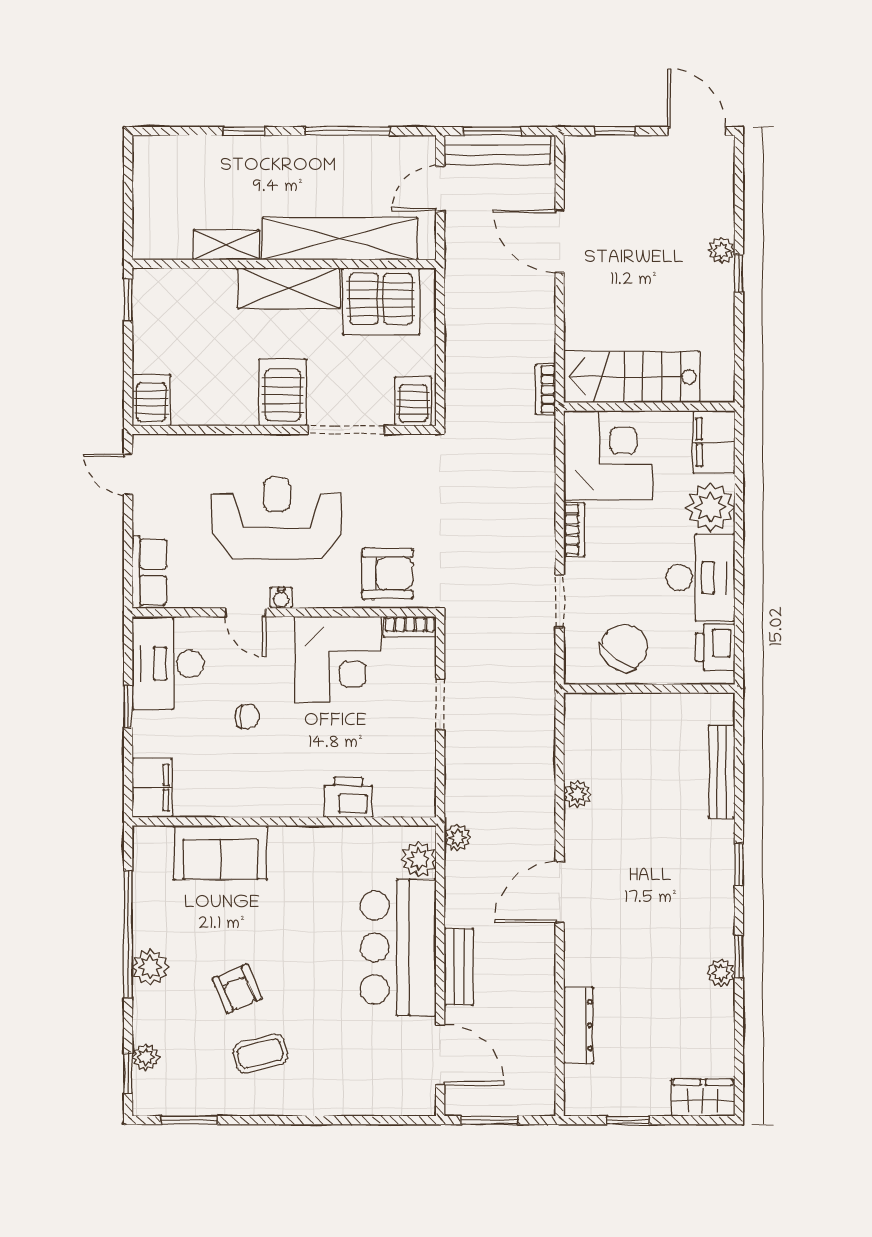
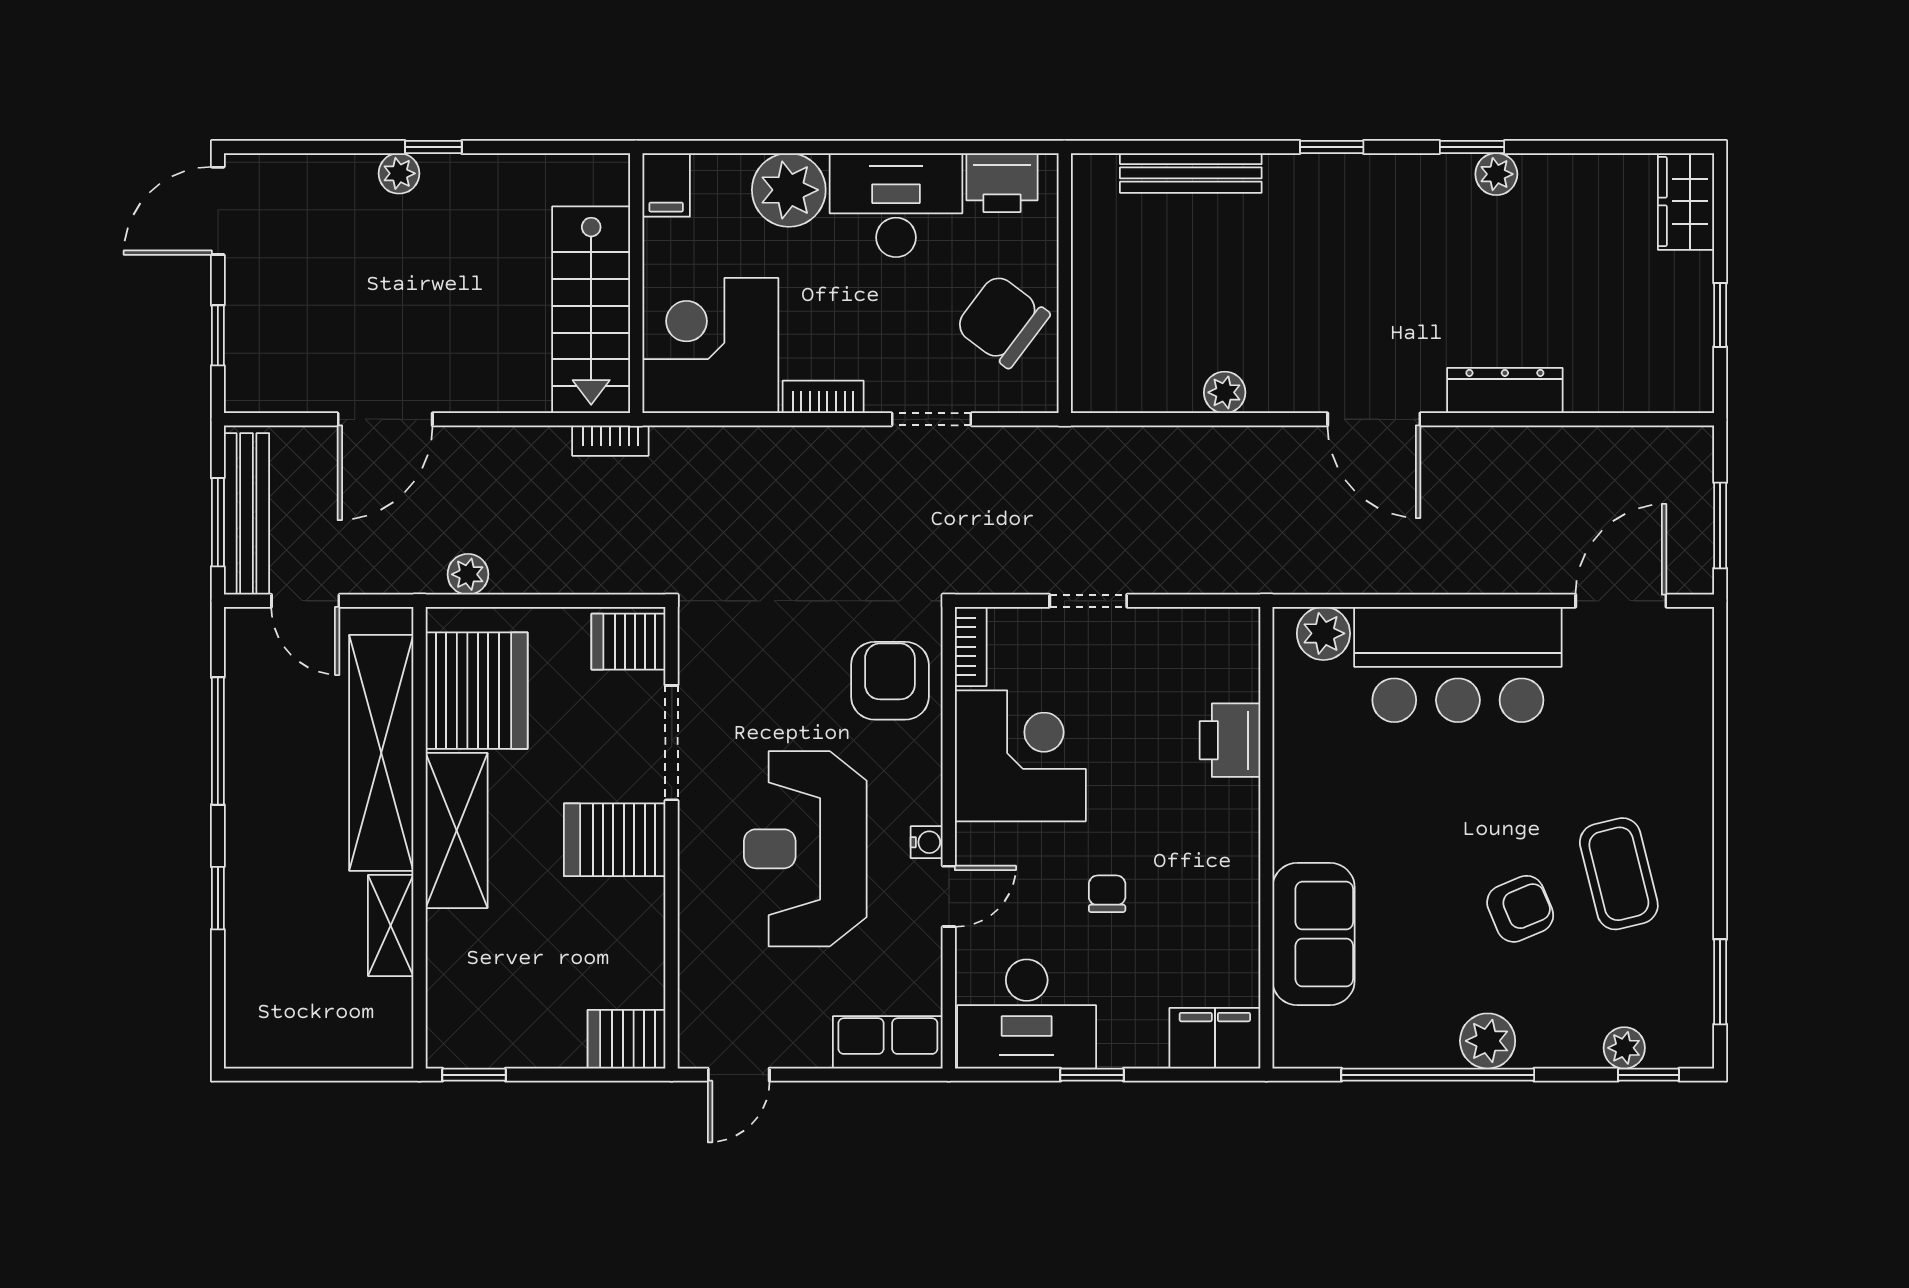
filing cabinet: (714, 442) -> (666, 185), width x0.50
plant: (458, 838) -> (468, 574), moved
bench: (459, 967) -> (1487, 572), removed
dresser: (578, 1025) -> (1505, 391), moved
coffee table: (260, 1054) -> (1619, 874), width x1.36, depth x1.30

